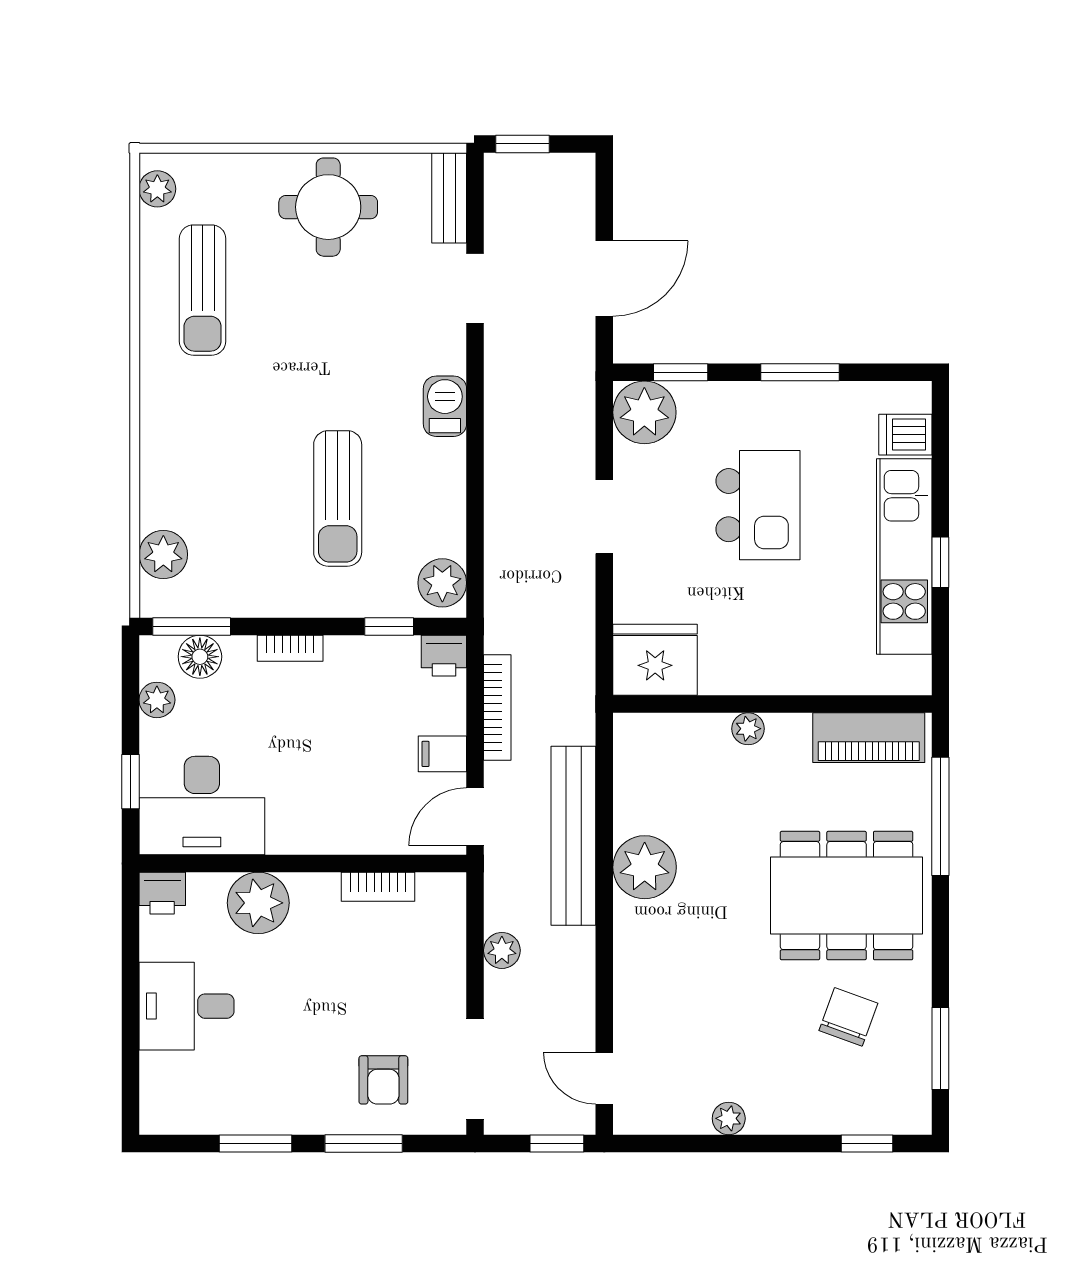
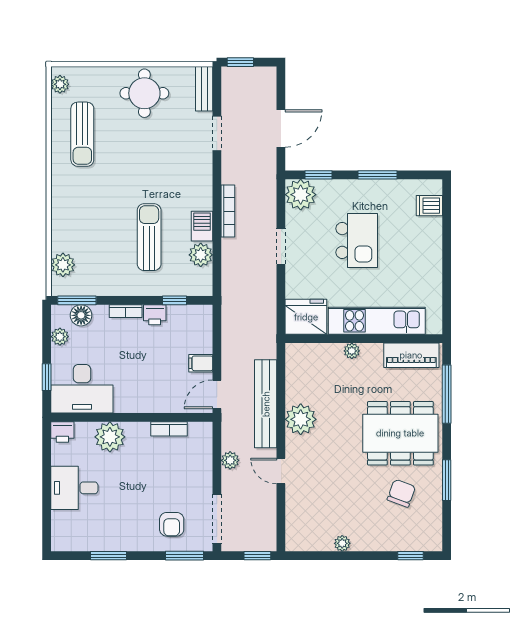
barbecue: (445, 406) -> (202, 226), moved
sun lounger: (338, 498) -> (149, 237), turned 180
kitchen unit: (904, 556) -> (377, 321), moved, turned 90
window: (940, 562) -> (447, 269), removed
plant: (442, 583) -> (201, 255), moved
printer: (444, 656) -> (155, 315), moved
bookcase: (497, 708) -> (228, 211), moved
window: (940, 1048) -> (447, 480), moved
door: (604, 1078) -> (281, 471), moved
window: (364, 1143) -> (184, 556), moved

